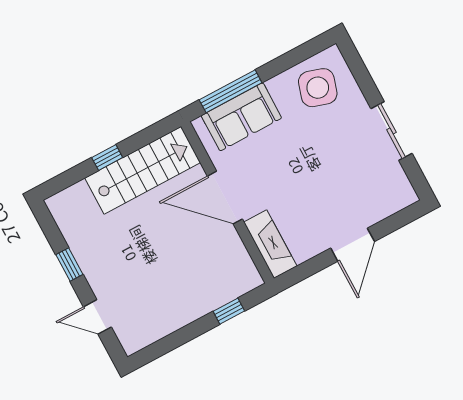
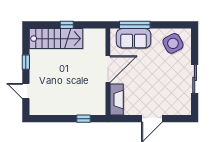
side table: (318, 88) -> (173, 43), turned 45
stairs: (143, 170) -> (56, 39), moved
door: (225, 198) -> (108, 69), swing flipped

